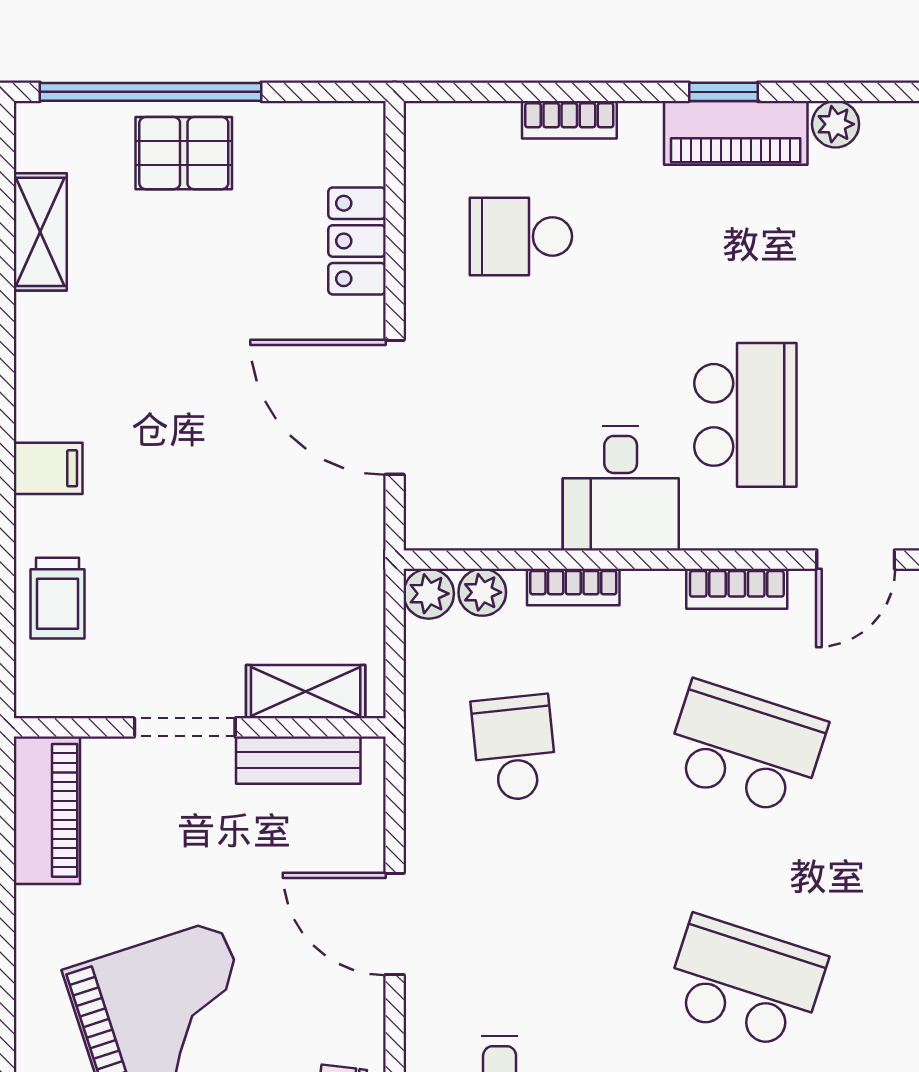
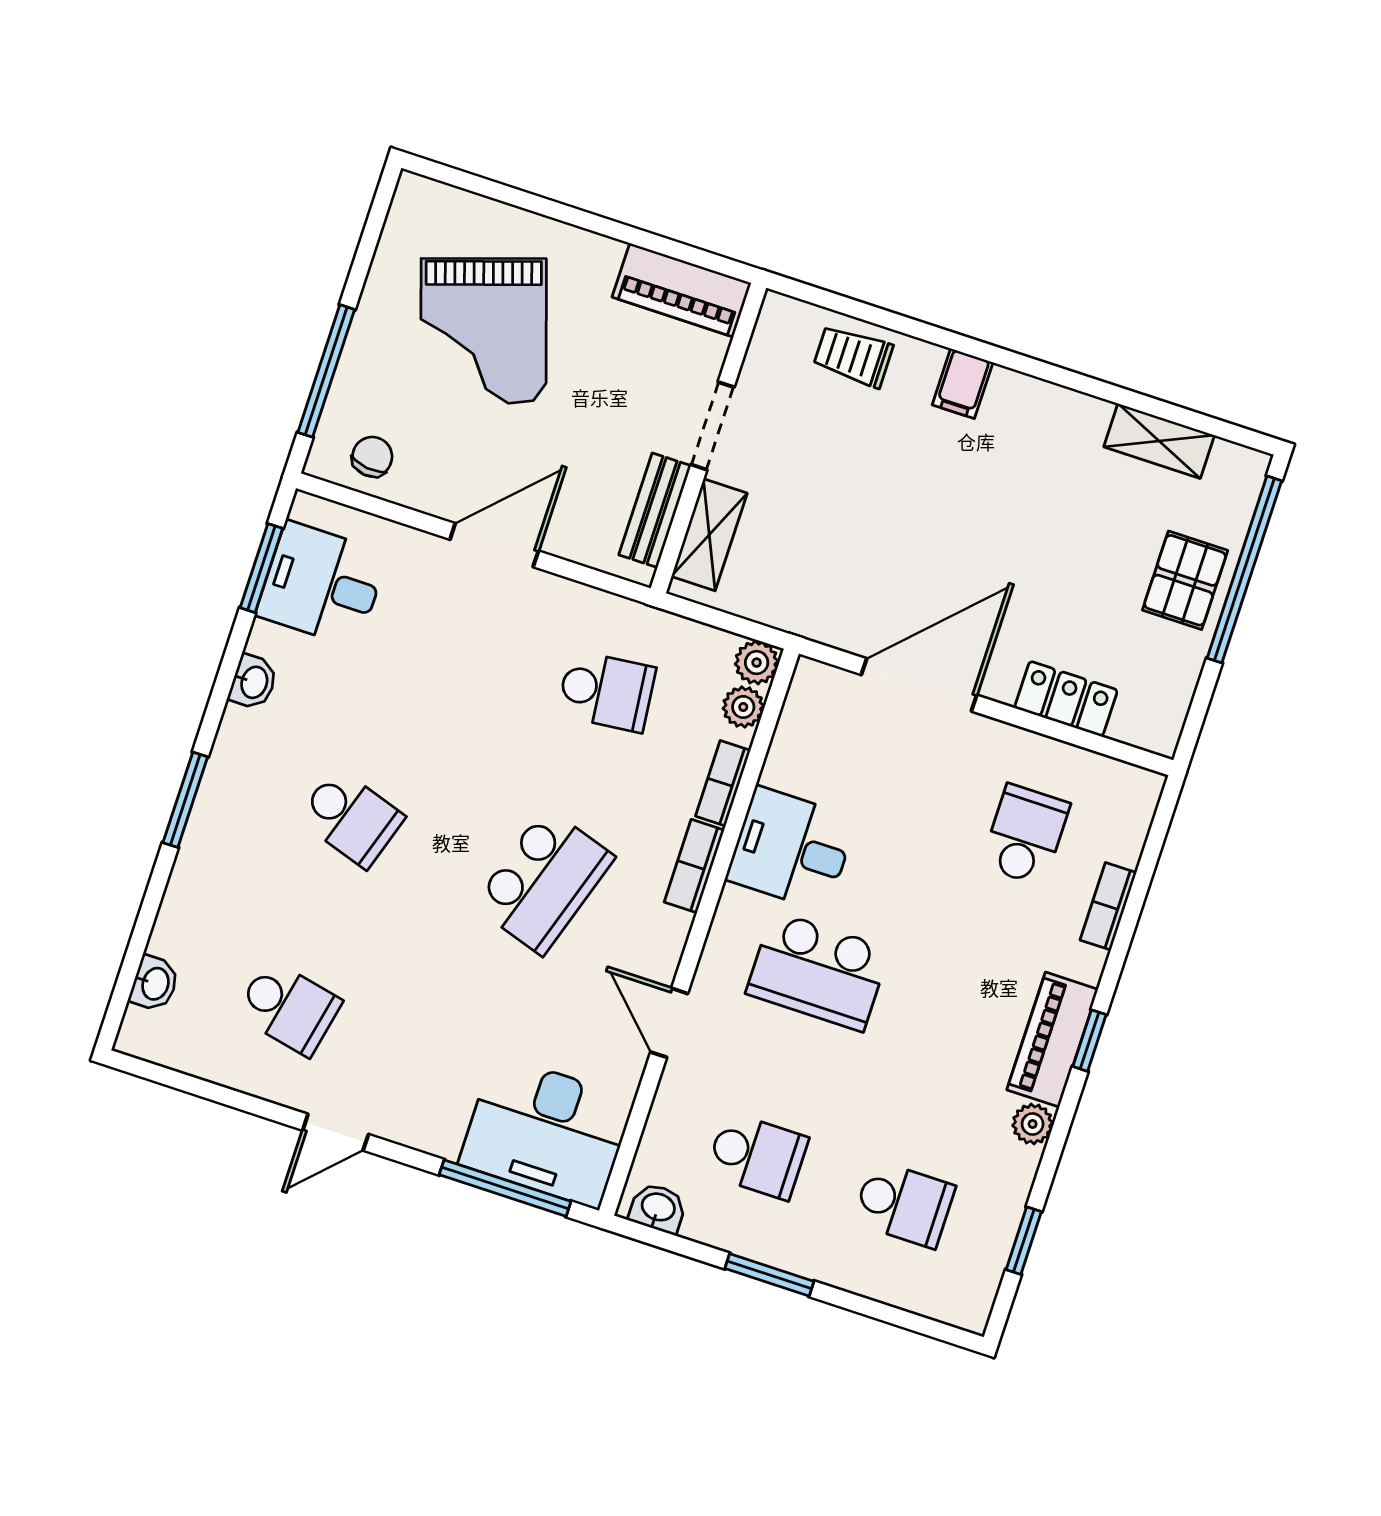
bookcase: (737, 589) -> (694, 866), moved
school desk: (745, 983) -> (351, 818), width x0.54

